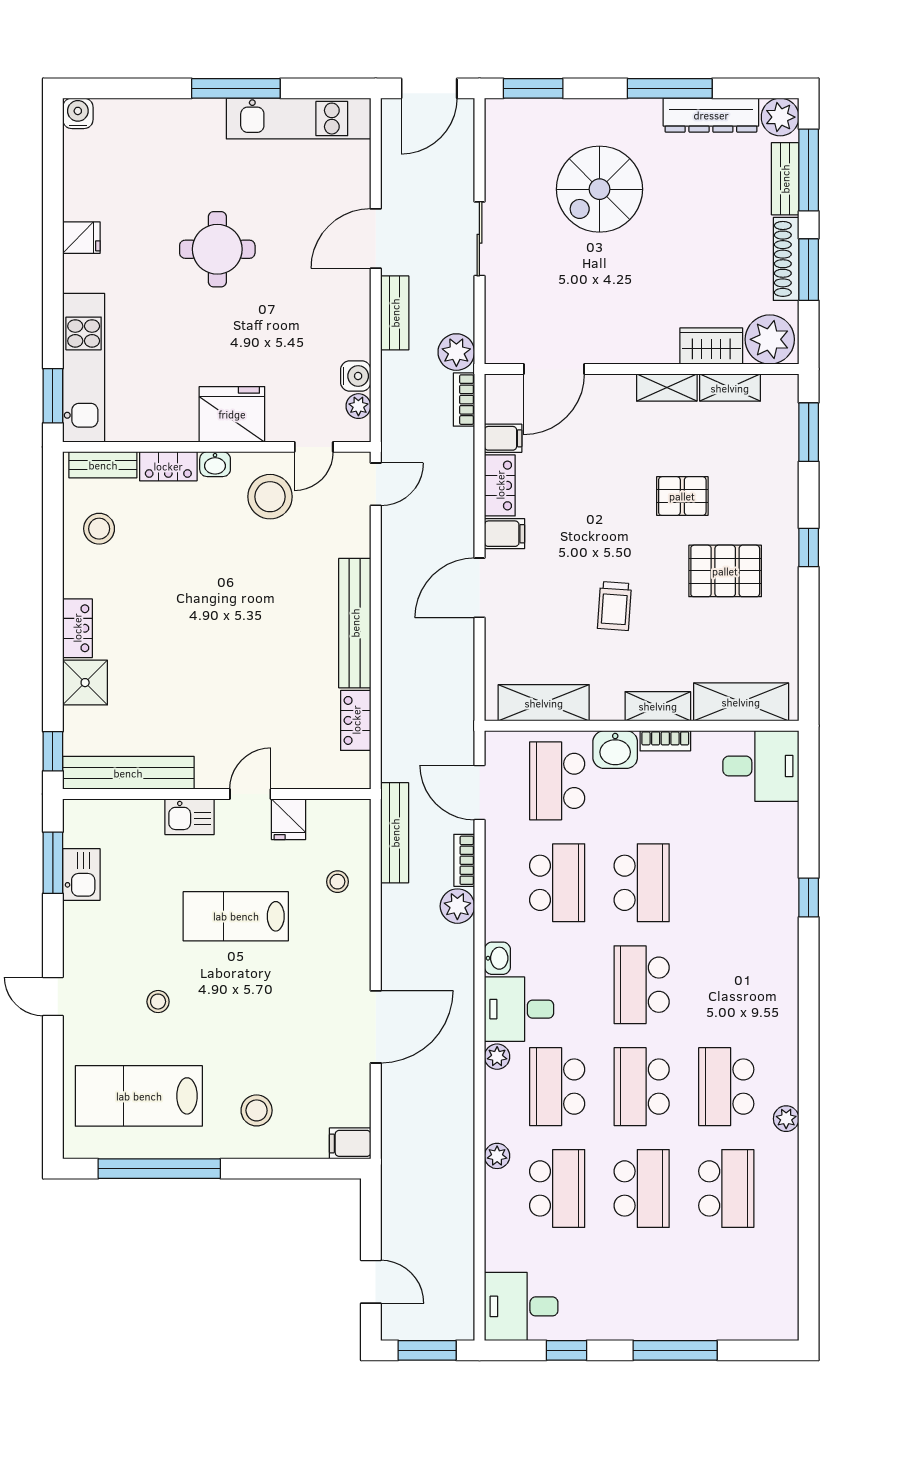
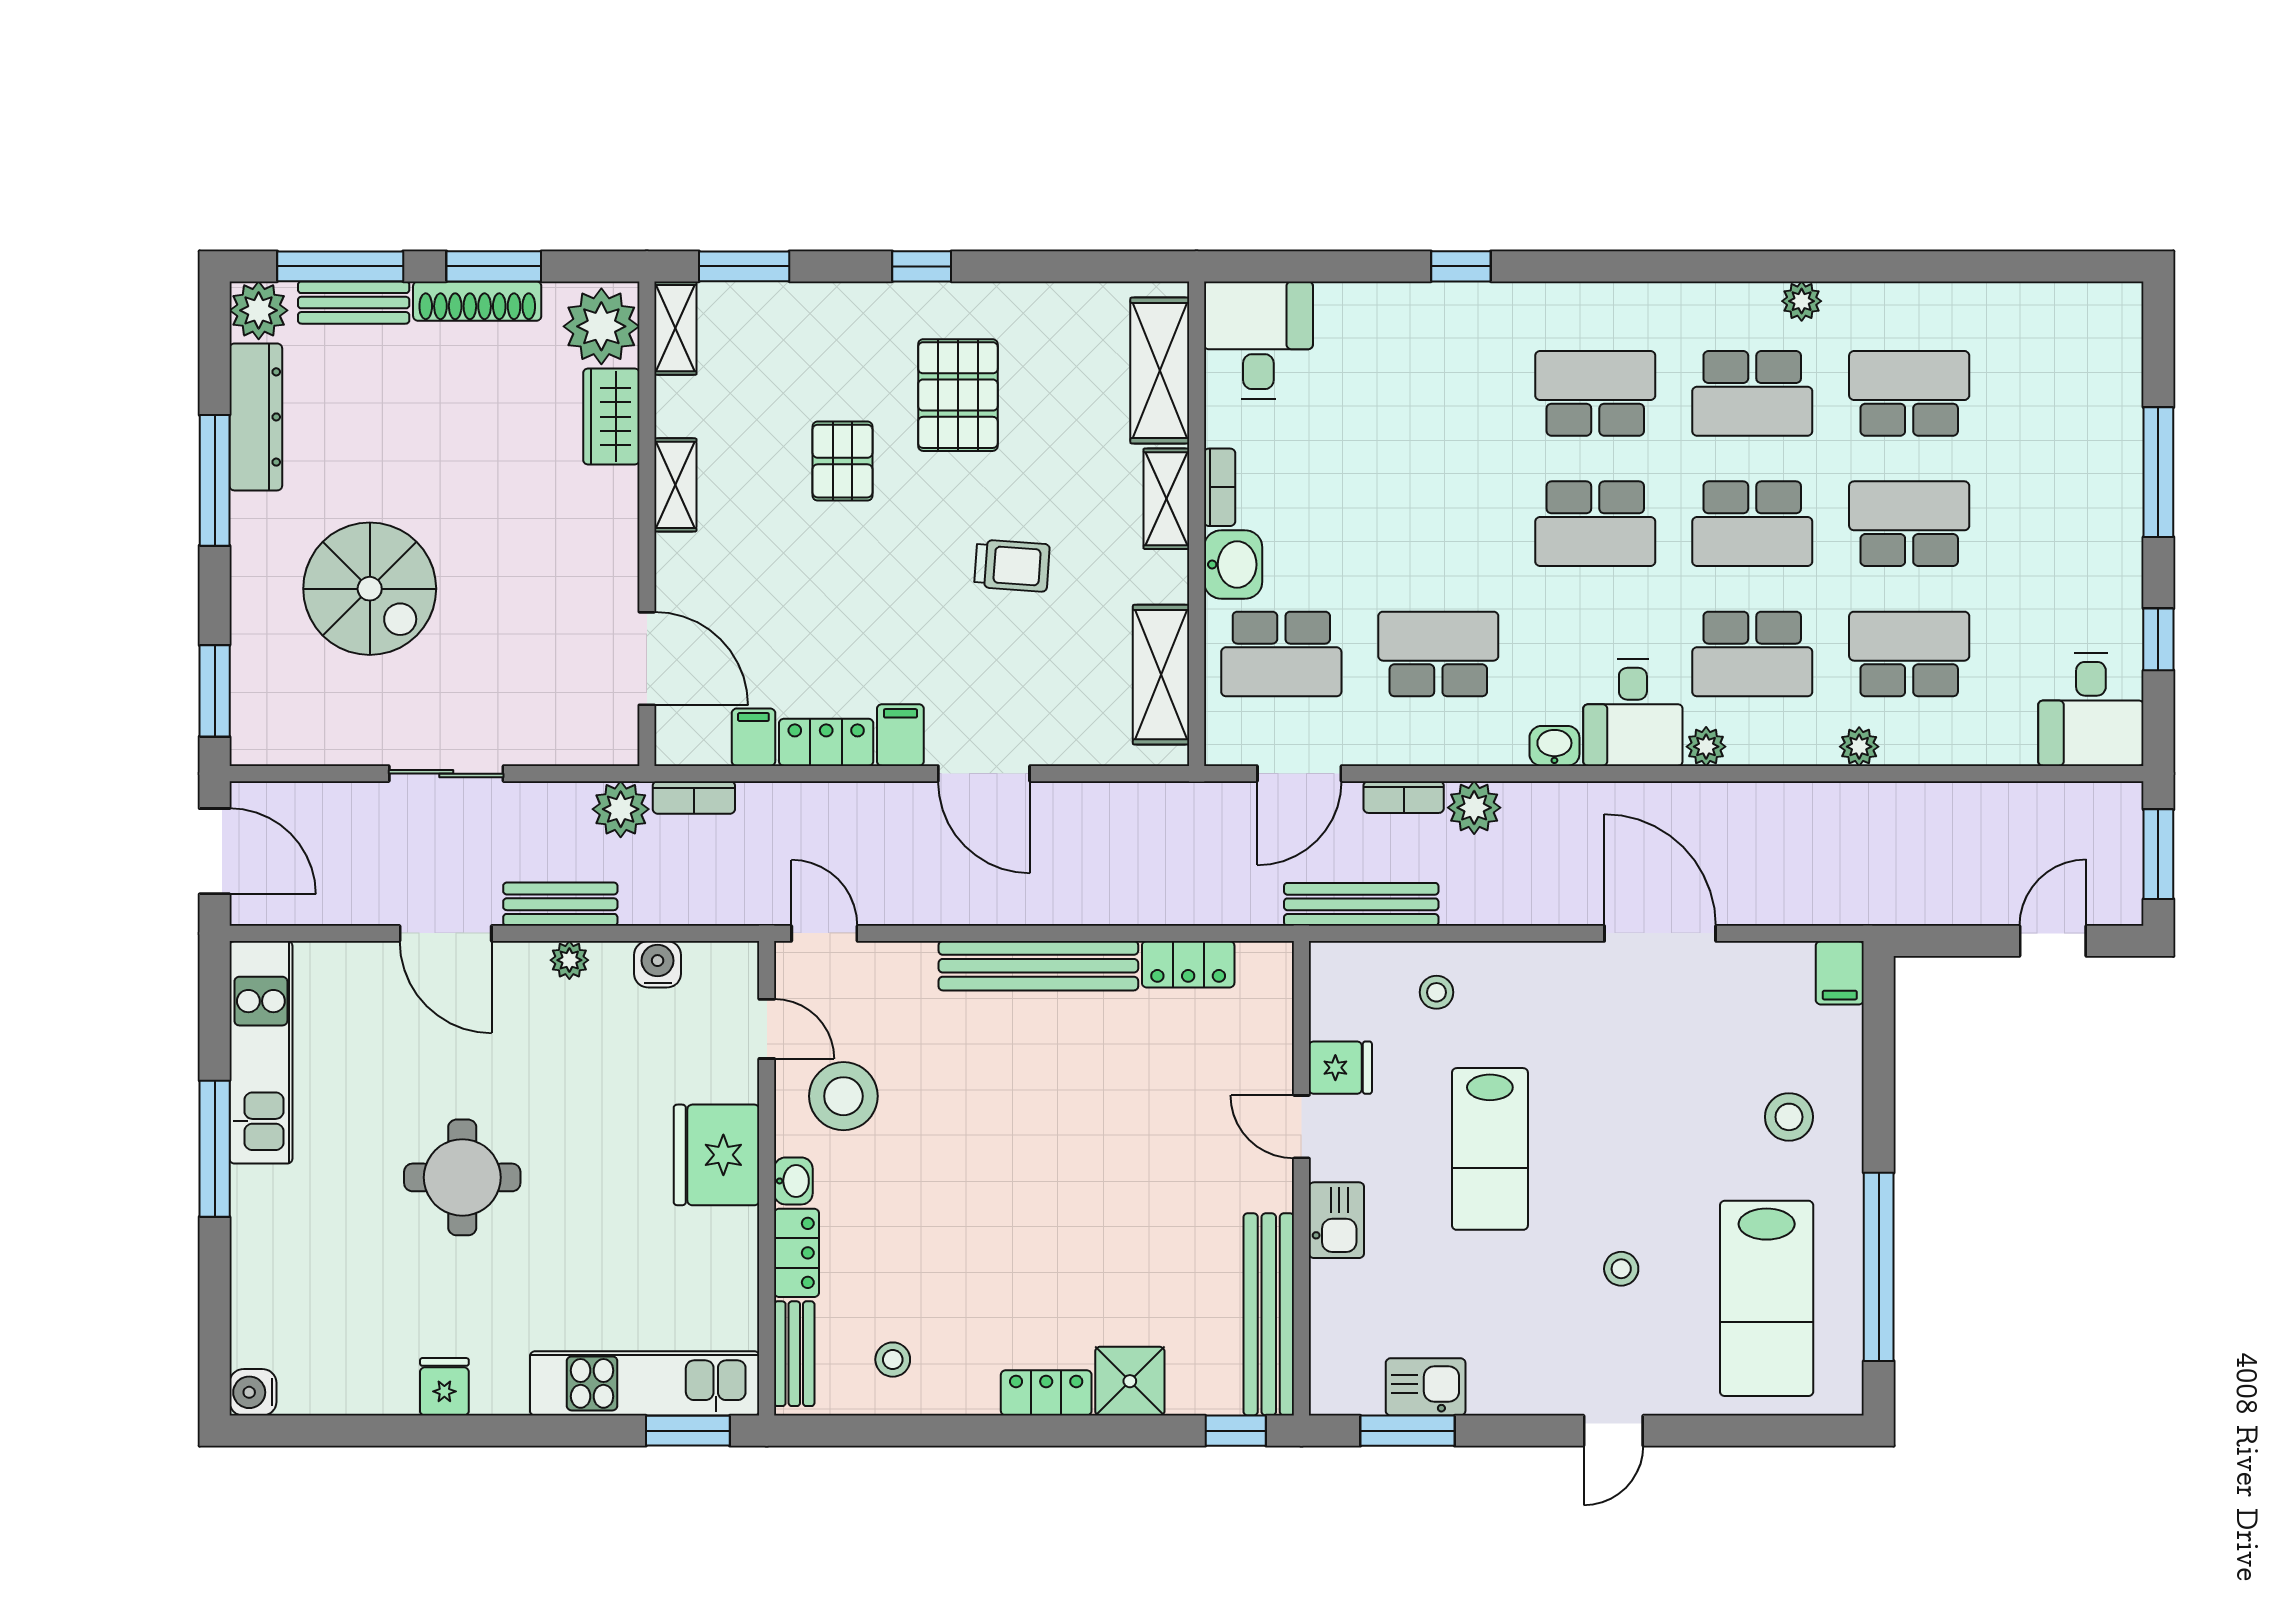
shelving: (730, 388) -> (675, 328), moved
plant: (358, 406) -> (569, 960), moved
stool: (99, 529) -> (893, 1360), width x0.73, depth x0.73
school desk: (642, 883) -> (1595, 393), moved

